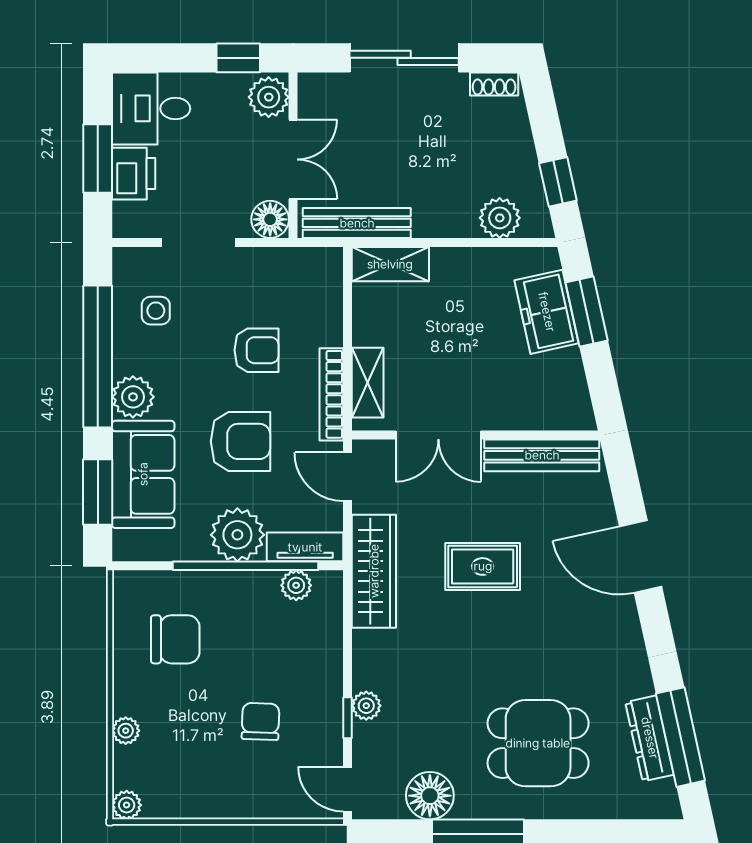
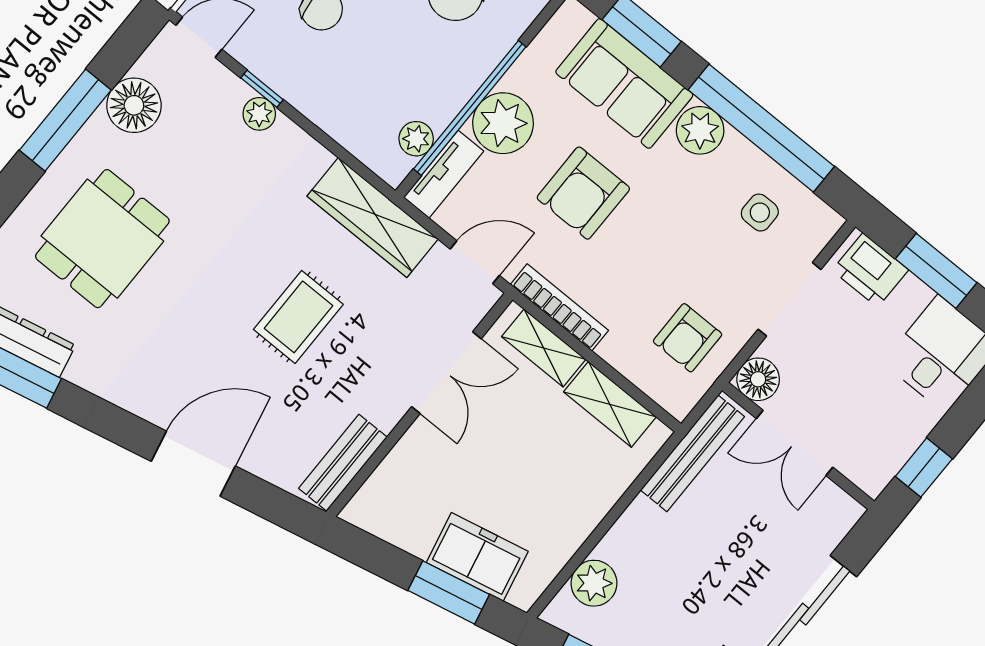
plant: (269, 97) -> (867, 466), removed
printer: (134, 174) -> (870, 270), moved
shelving: (390, 264) -> (610, 404), moved, turned 90
armchair: (256, 350) -> (688, 338), moved
double door: (438, 435) -> (446, 373), swing flipped
bench: (542, 455) -> (343, 463), width x0.73

